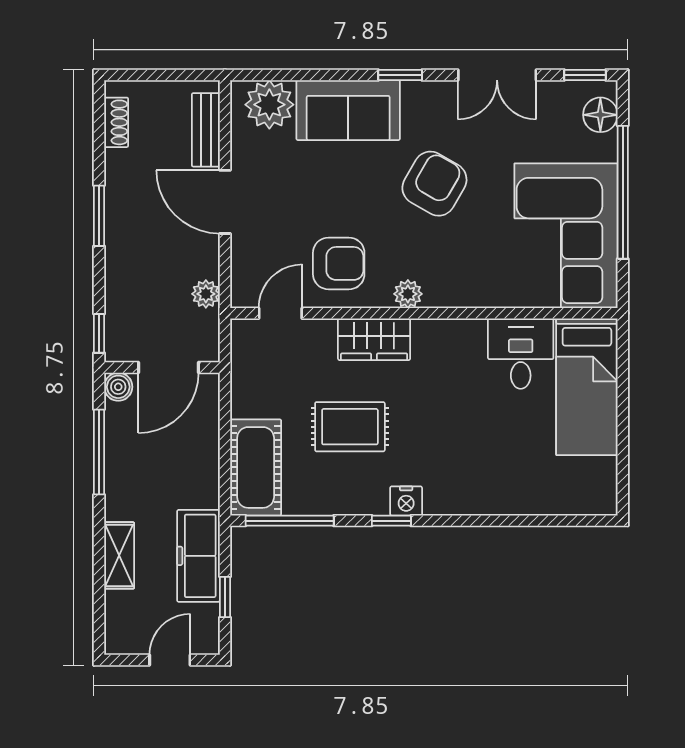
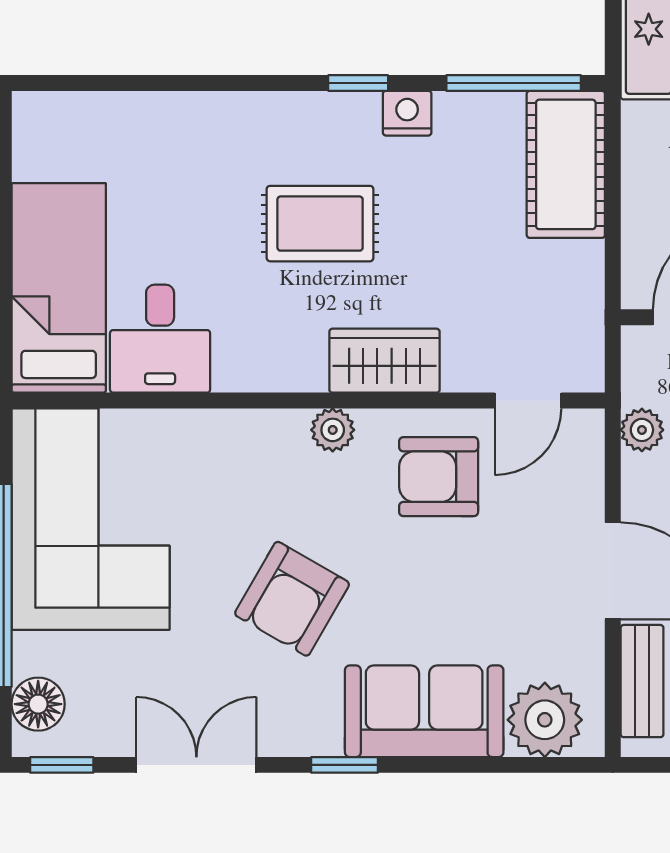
rug: (350, 427) -> (320, 224), moved
nightstand: (406, 501) -> (407, 113), moved

